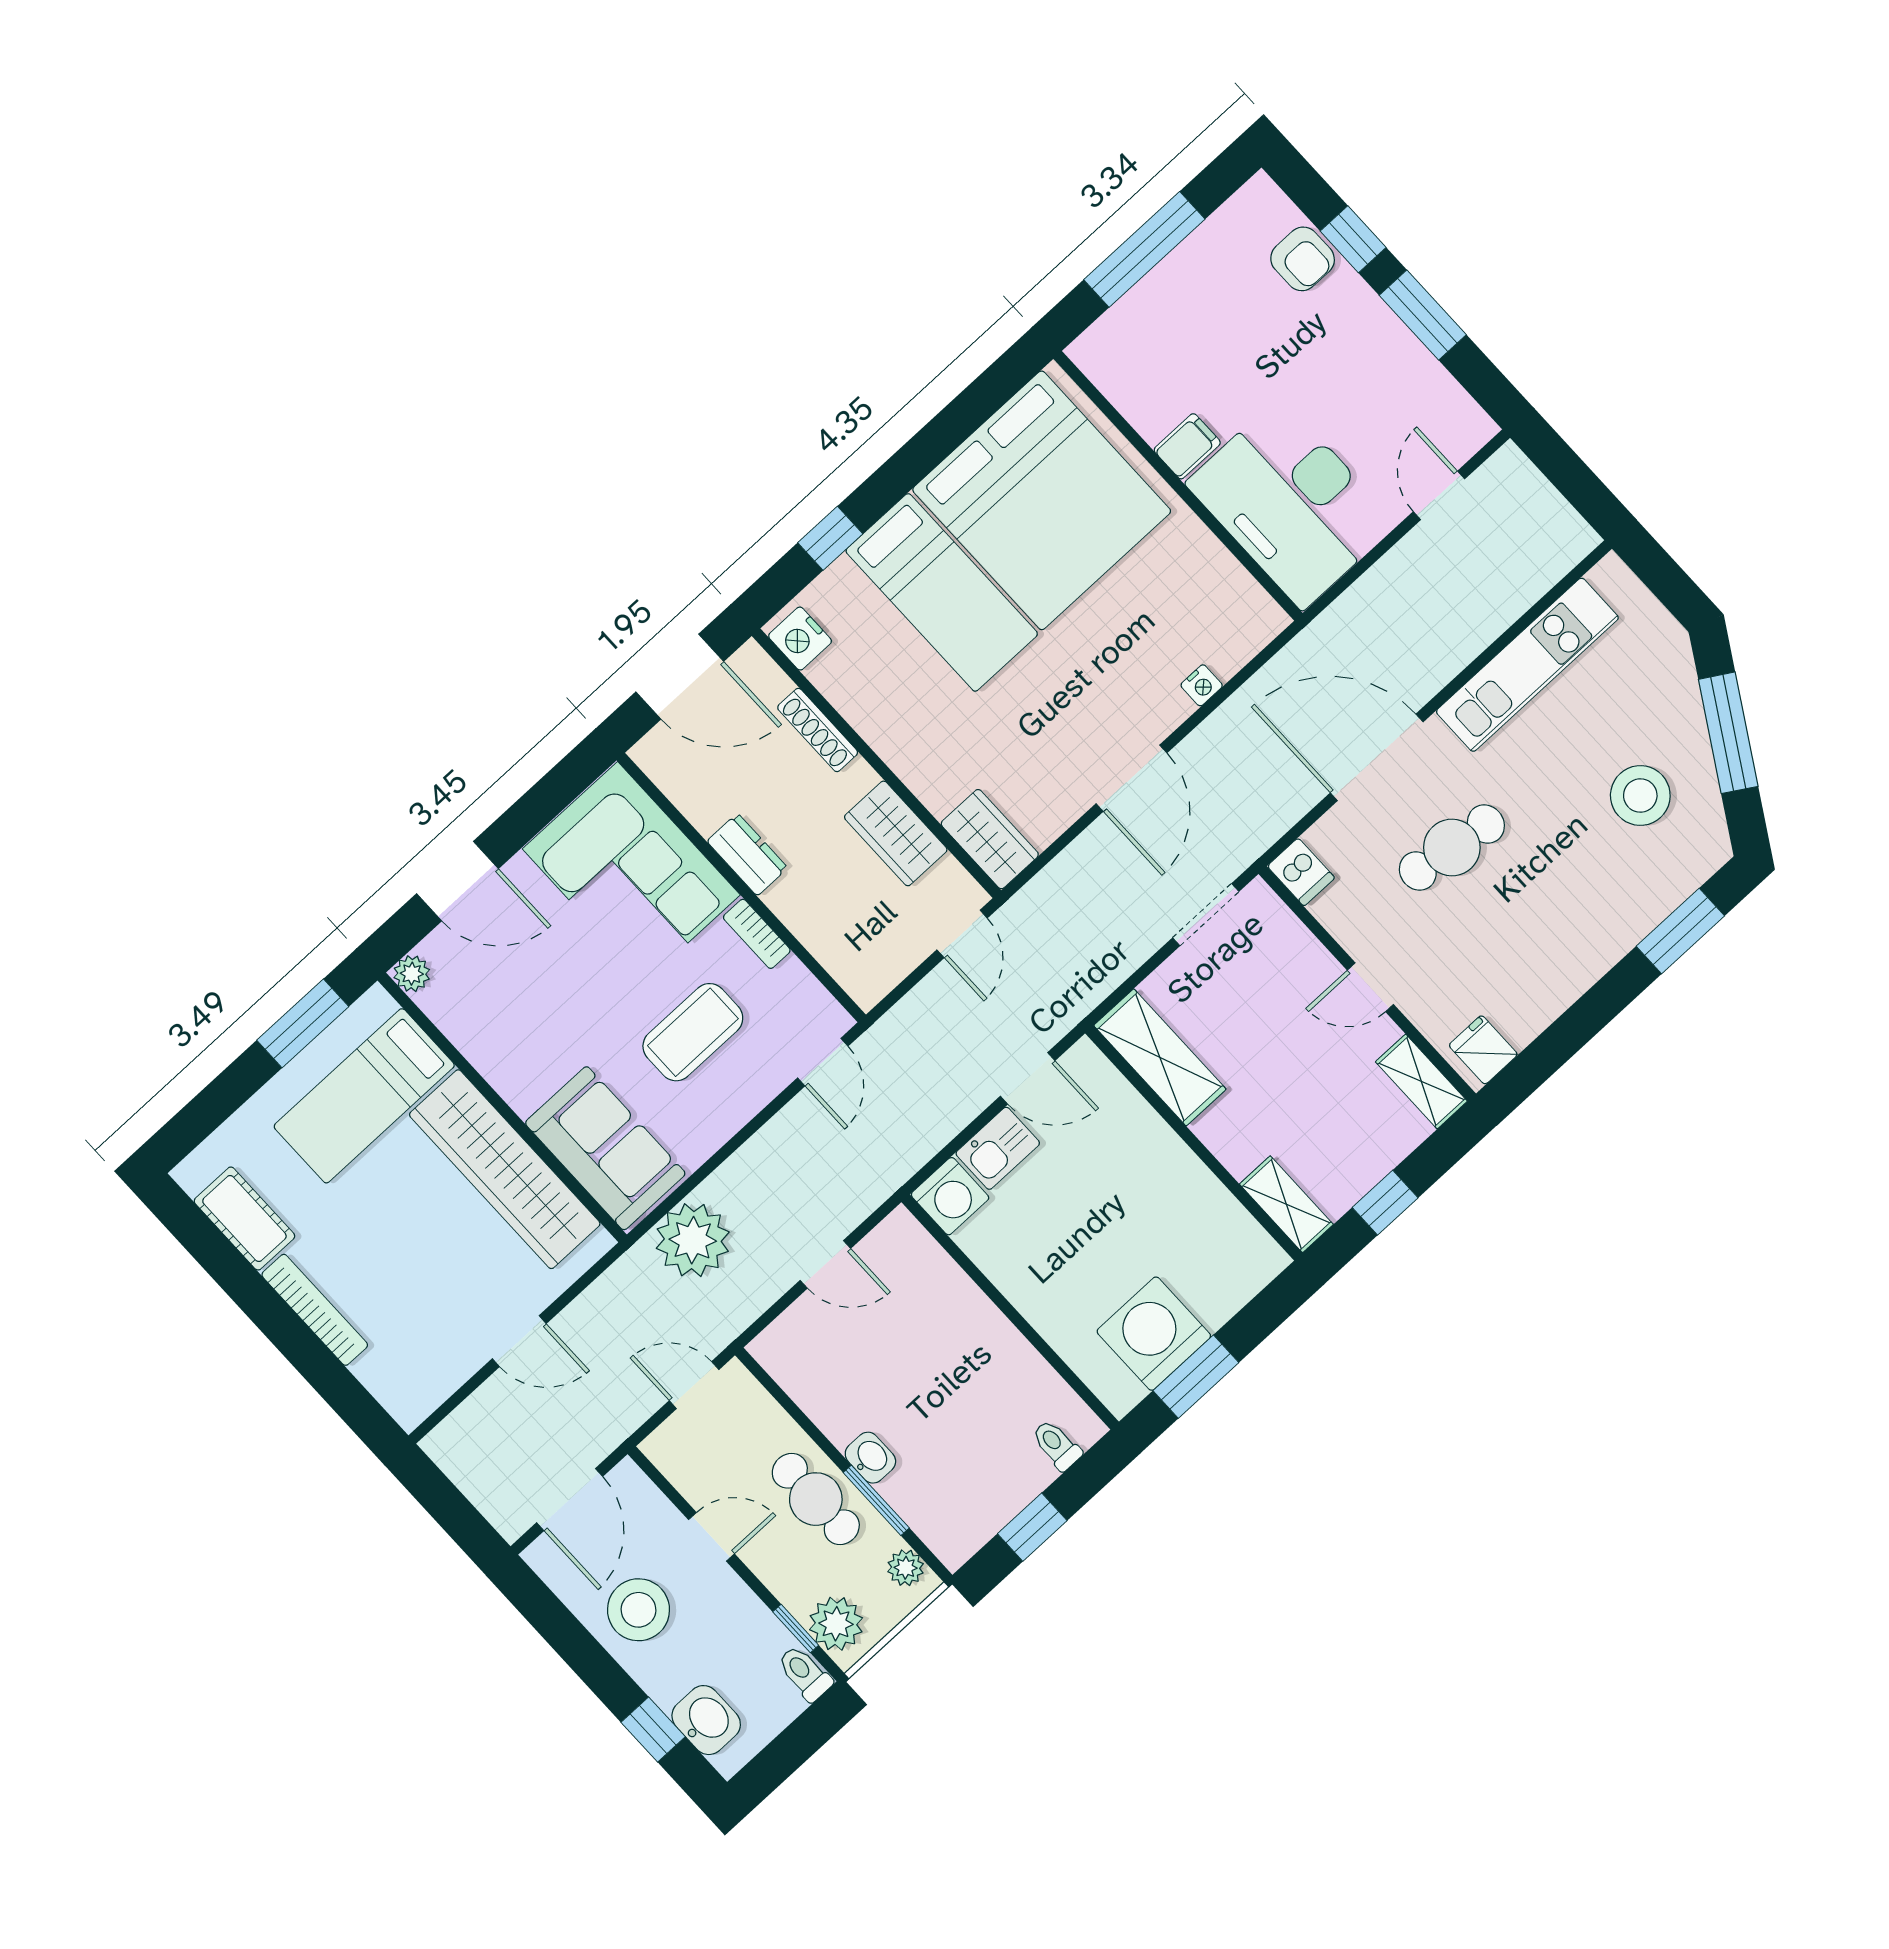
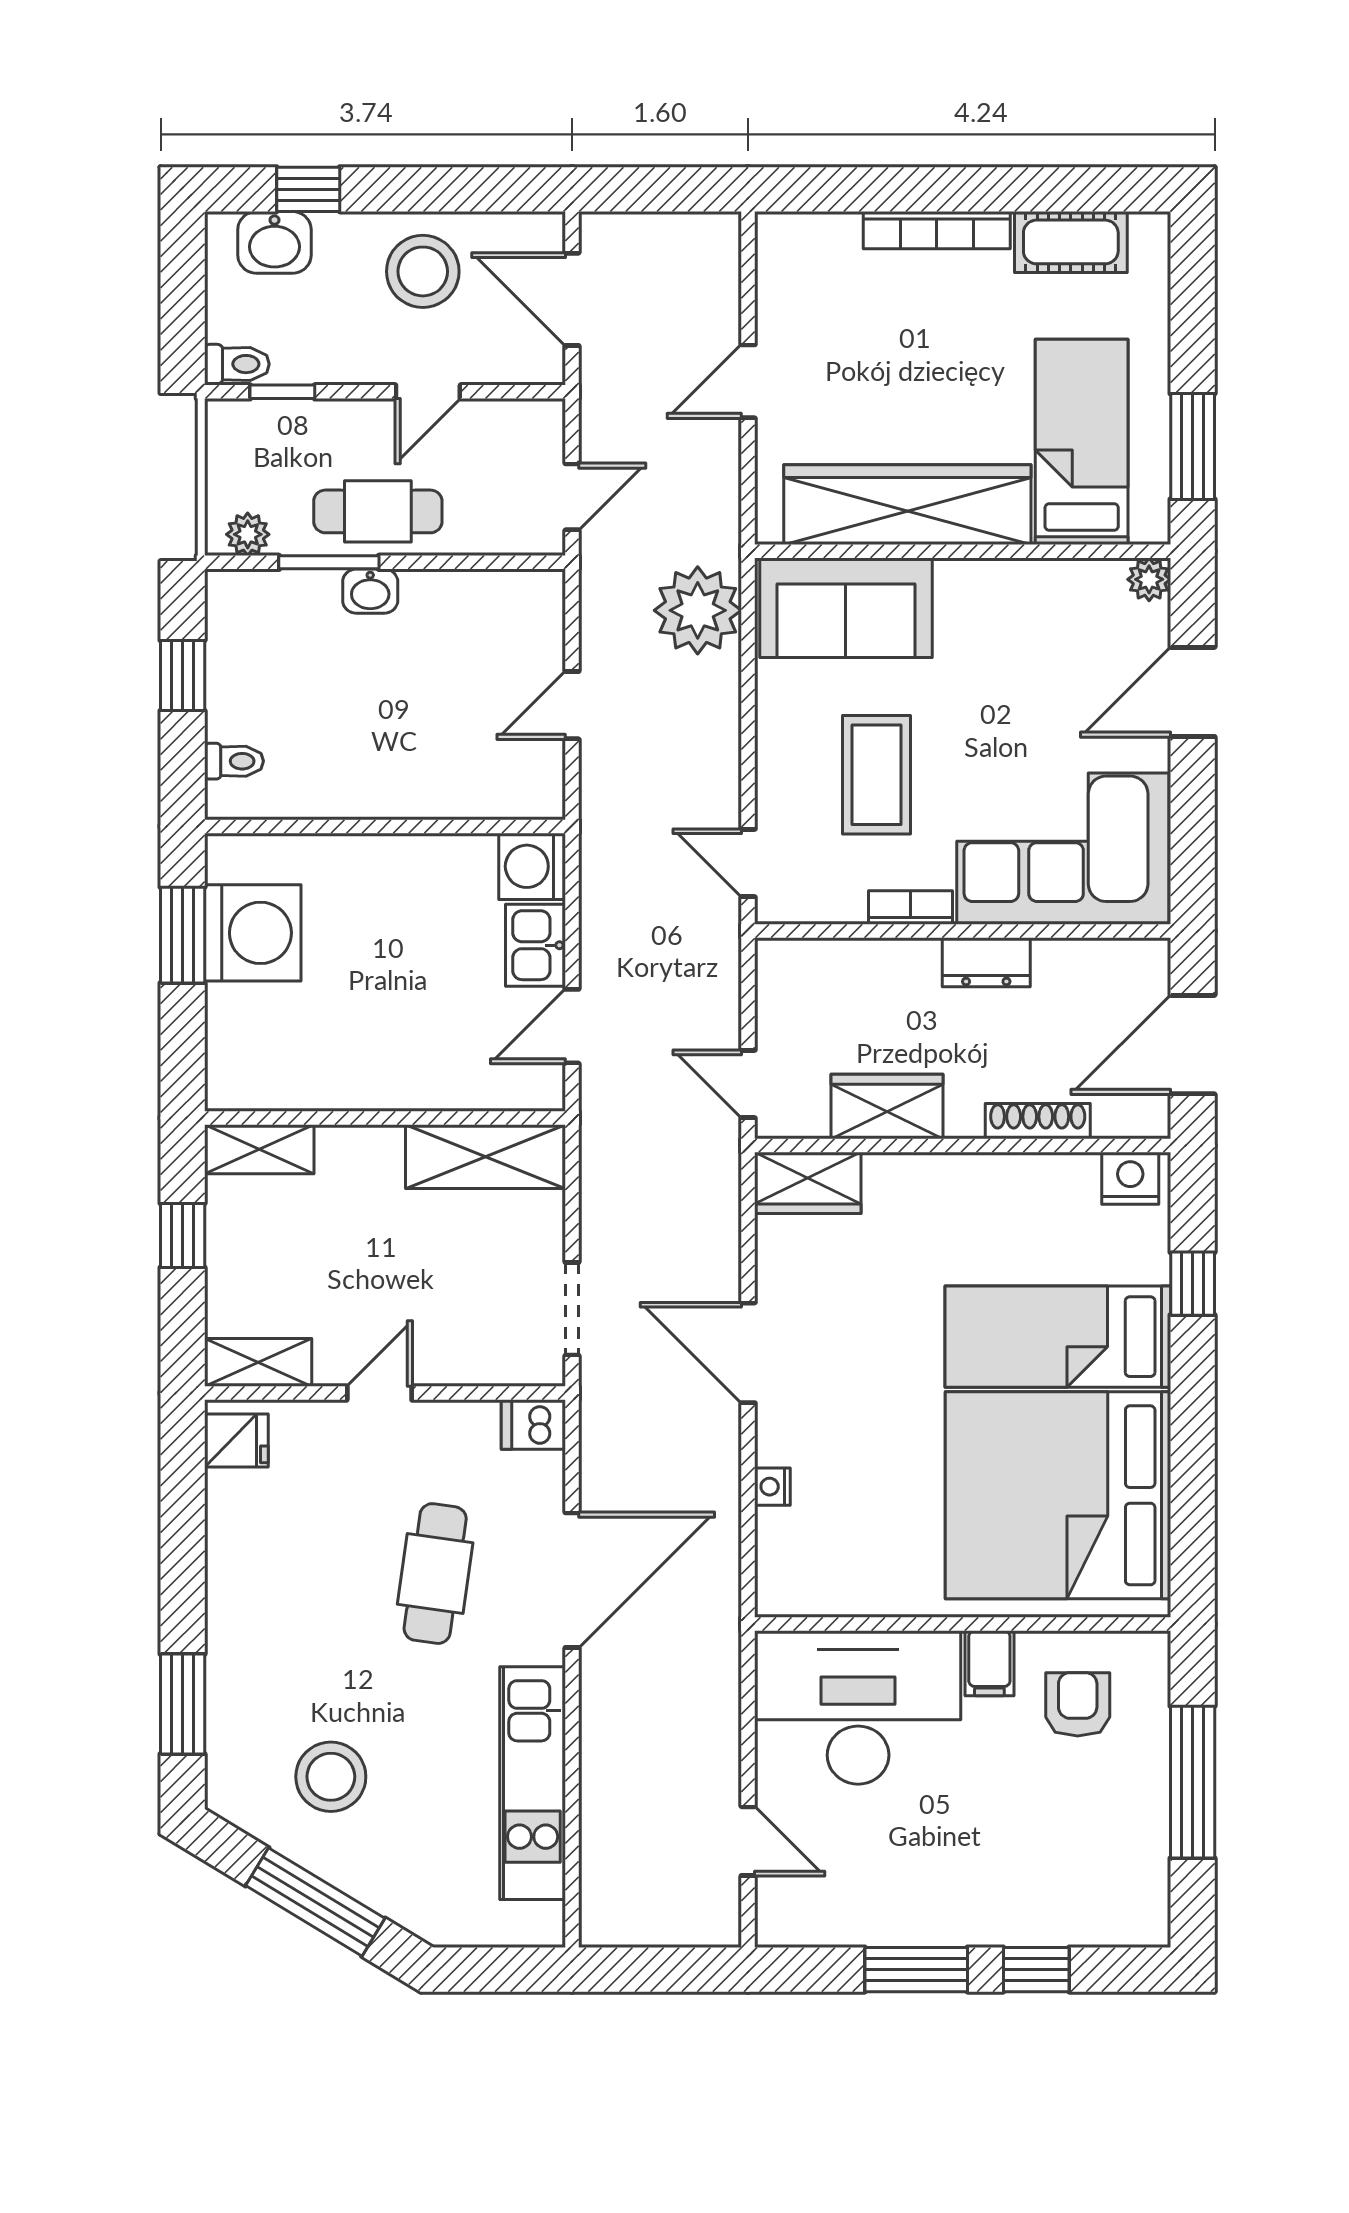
armchair: (1303, 259) -> (1078, 1704), moved, turned 90
plant: (836, 1624) -> (255, 430), removed

